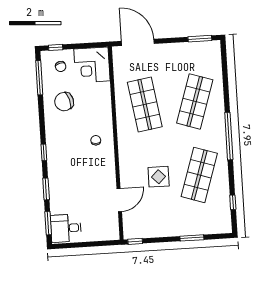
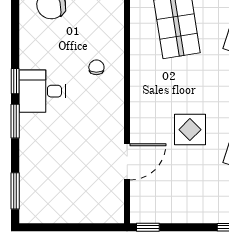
window: (46, 189) -> (15, 121), moved
desk: (66, 228) -> (42, 91), moved

